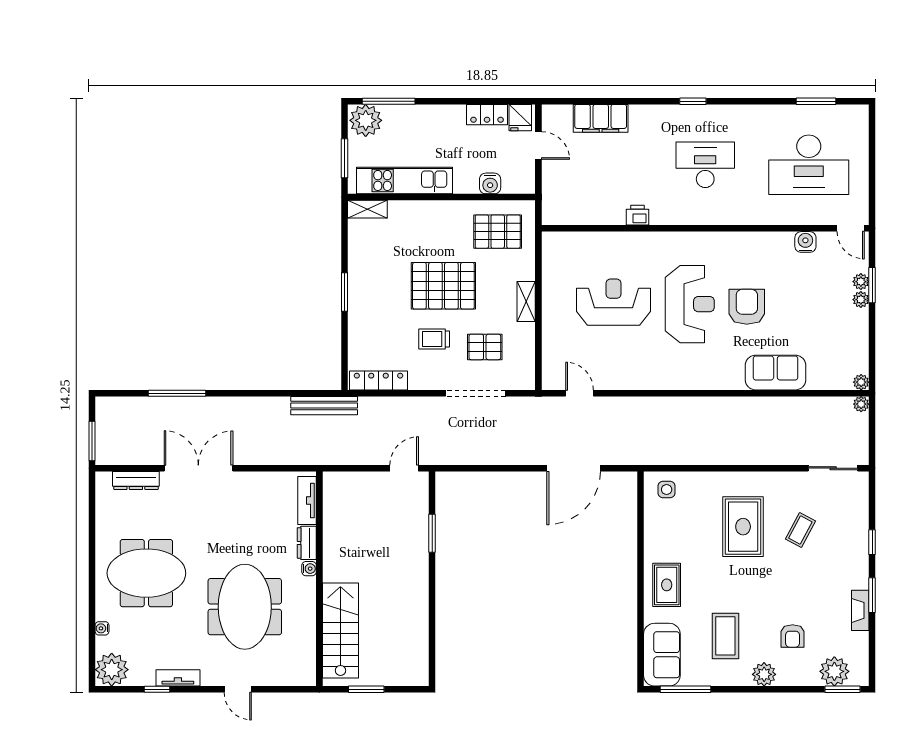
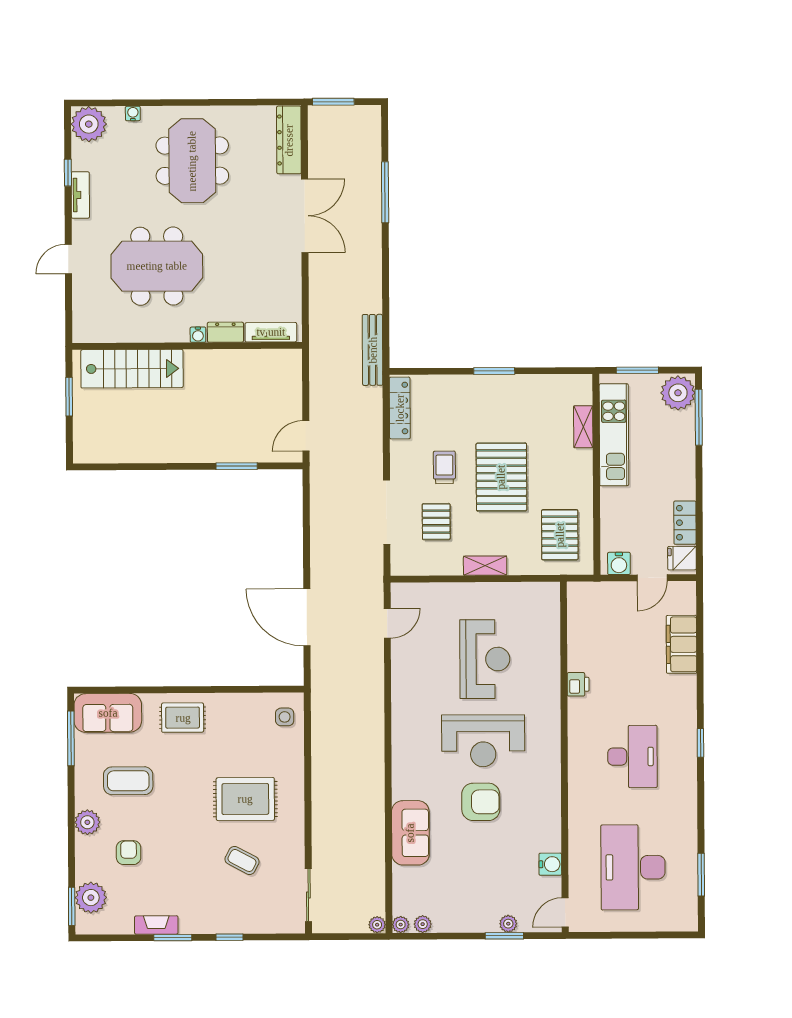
water cooler: (490, 183) -> (619, 563), moved, turned -90
shelving: (367, 209) -> (583, 427), moved
plant: (861, 300) -> (423, 924), moved
door: (404, 468) -> (306, 436), swing flipped
dresser: (136, 480) -> (289, 140), width x1.37, depth x1.24
armchair: (793, 636) -> (129, 853), turned 90

